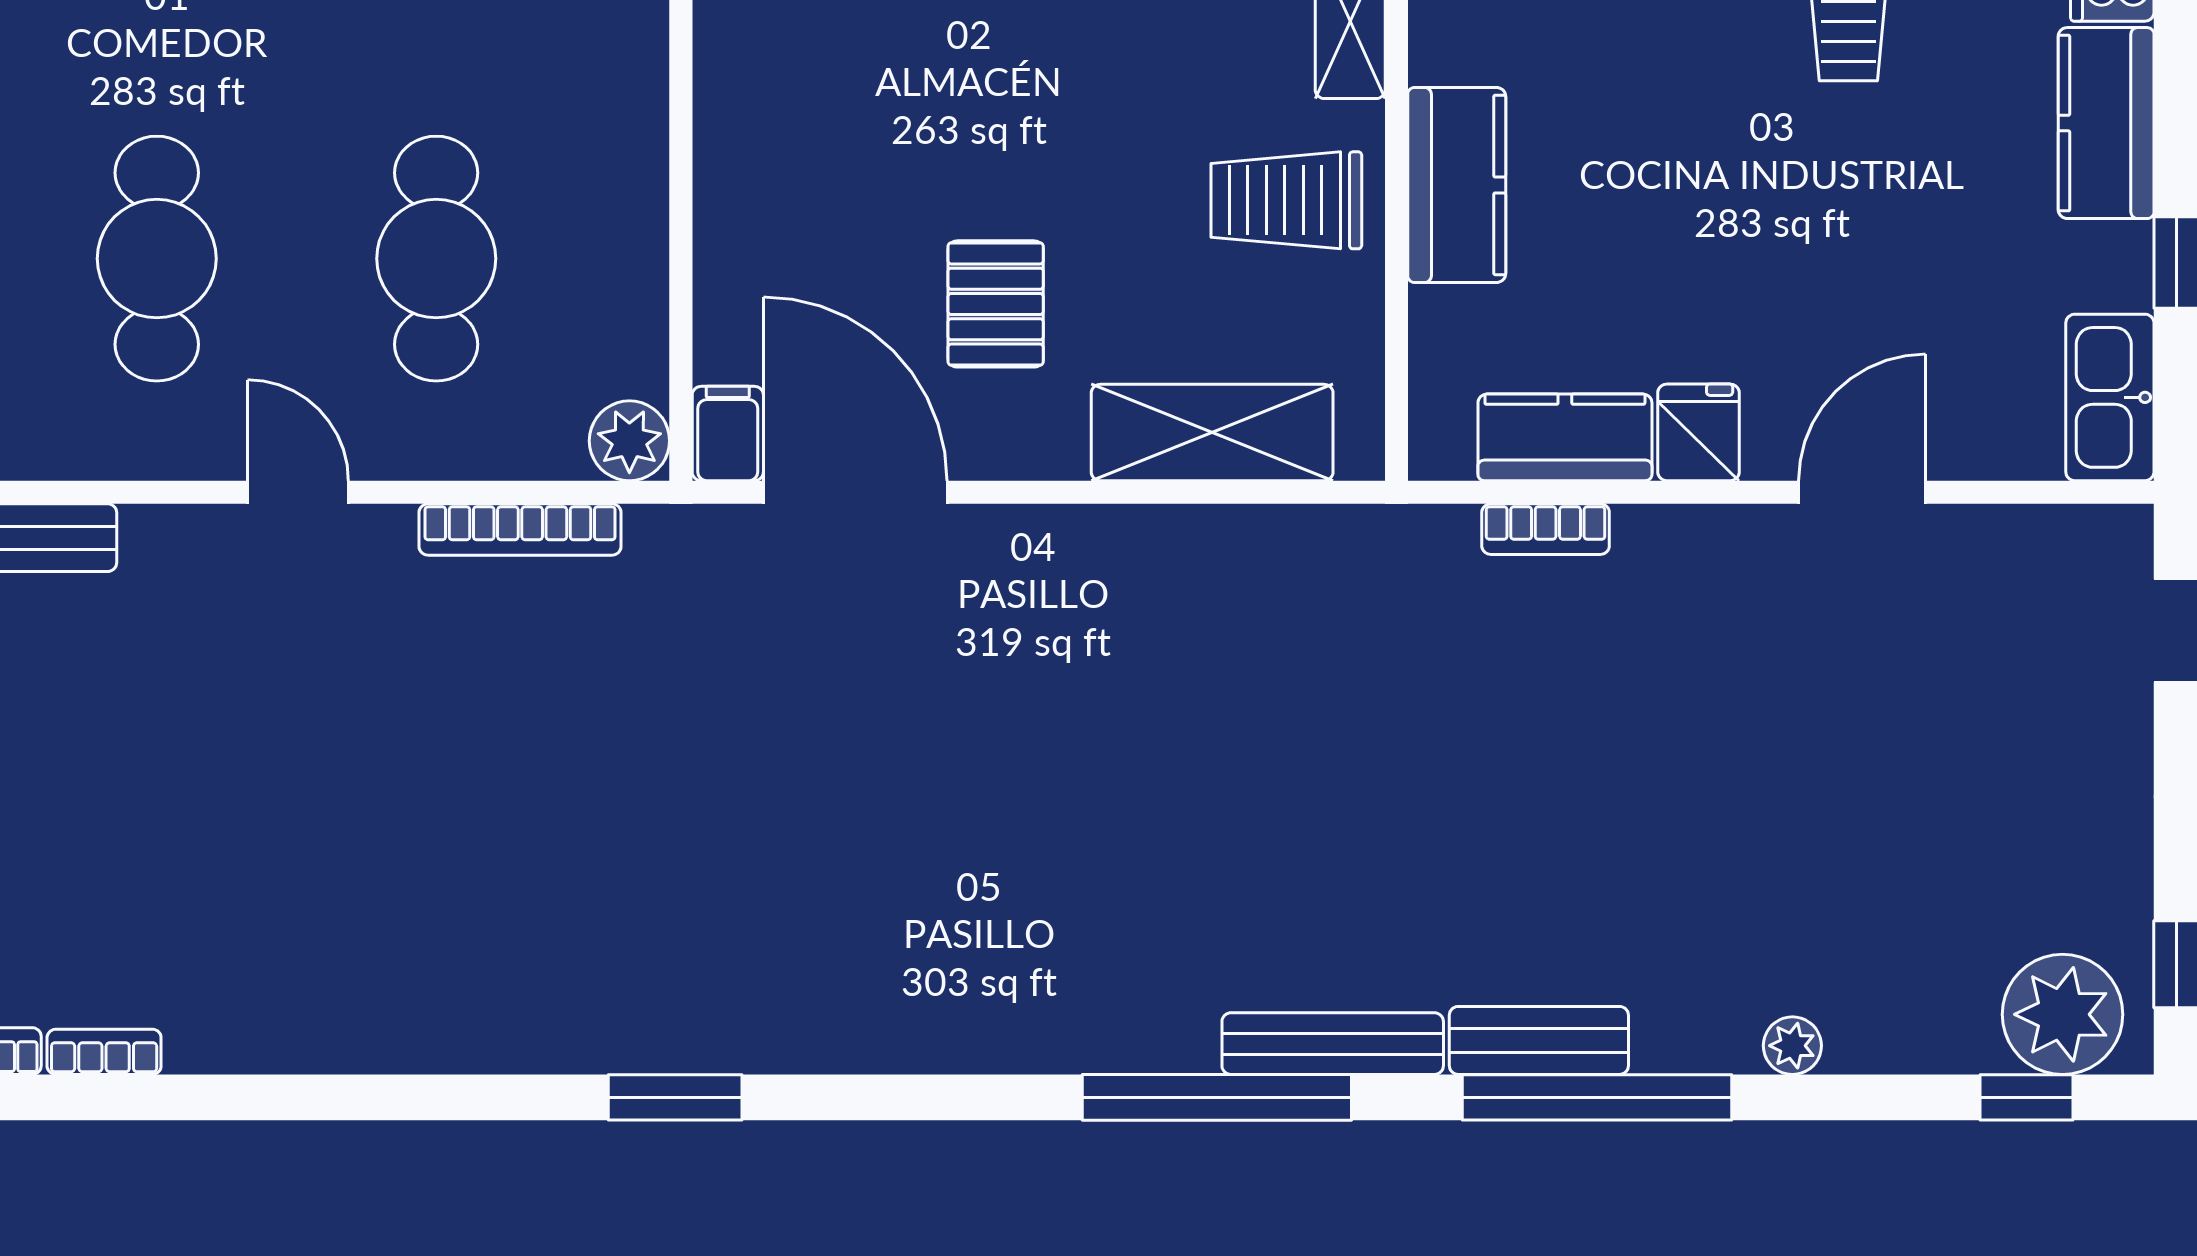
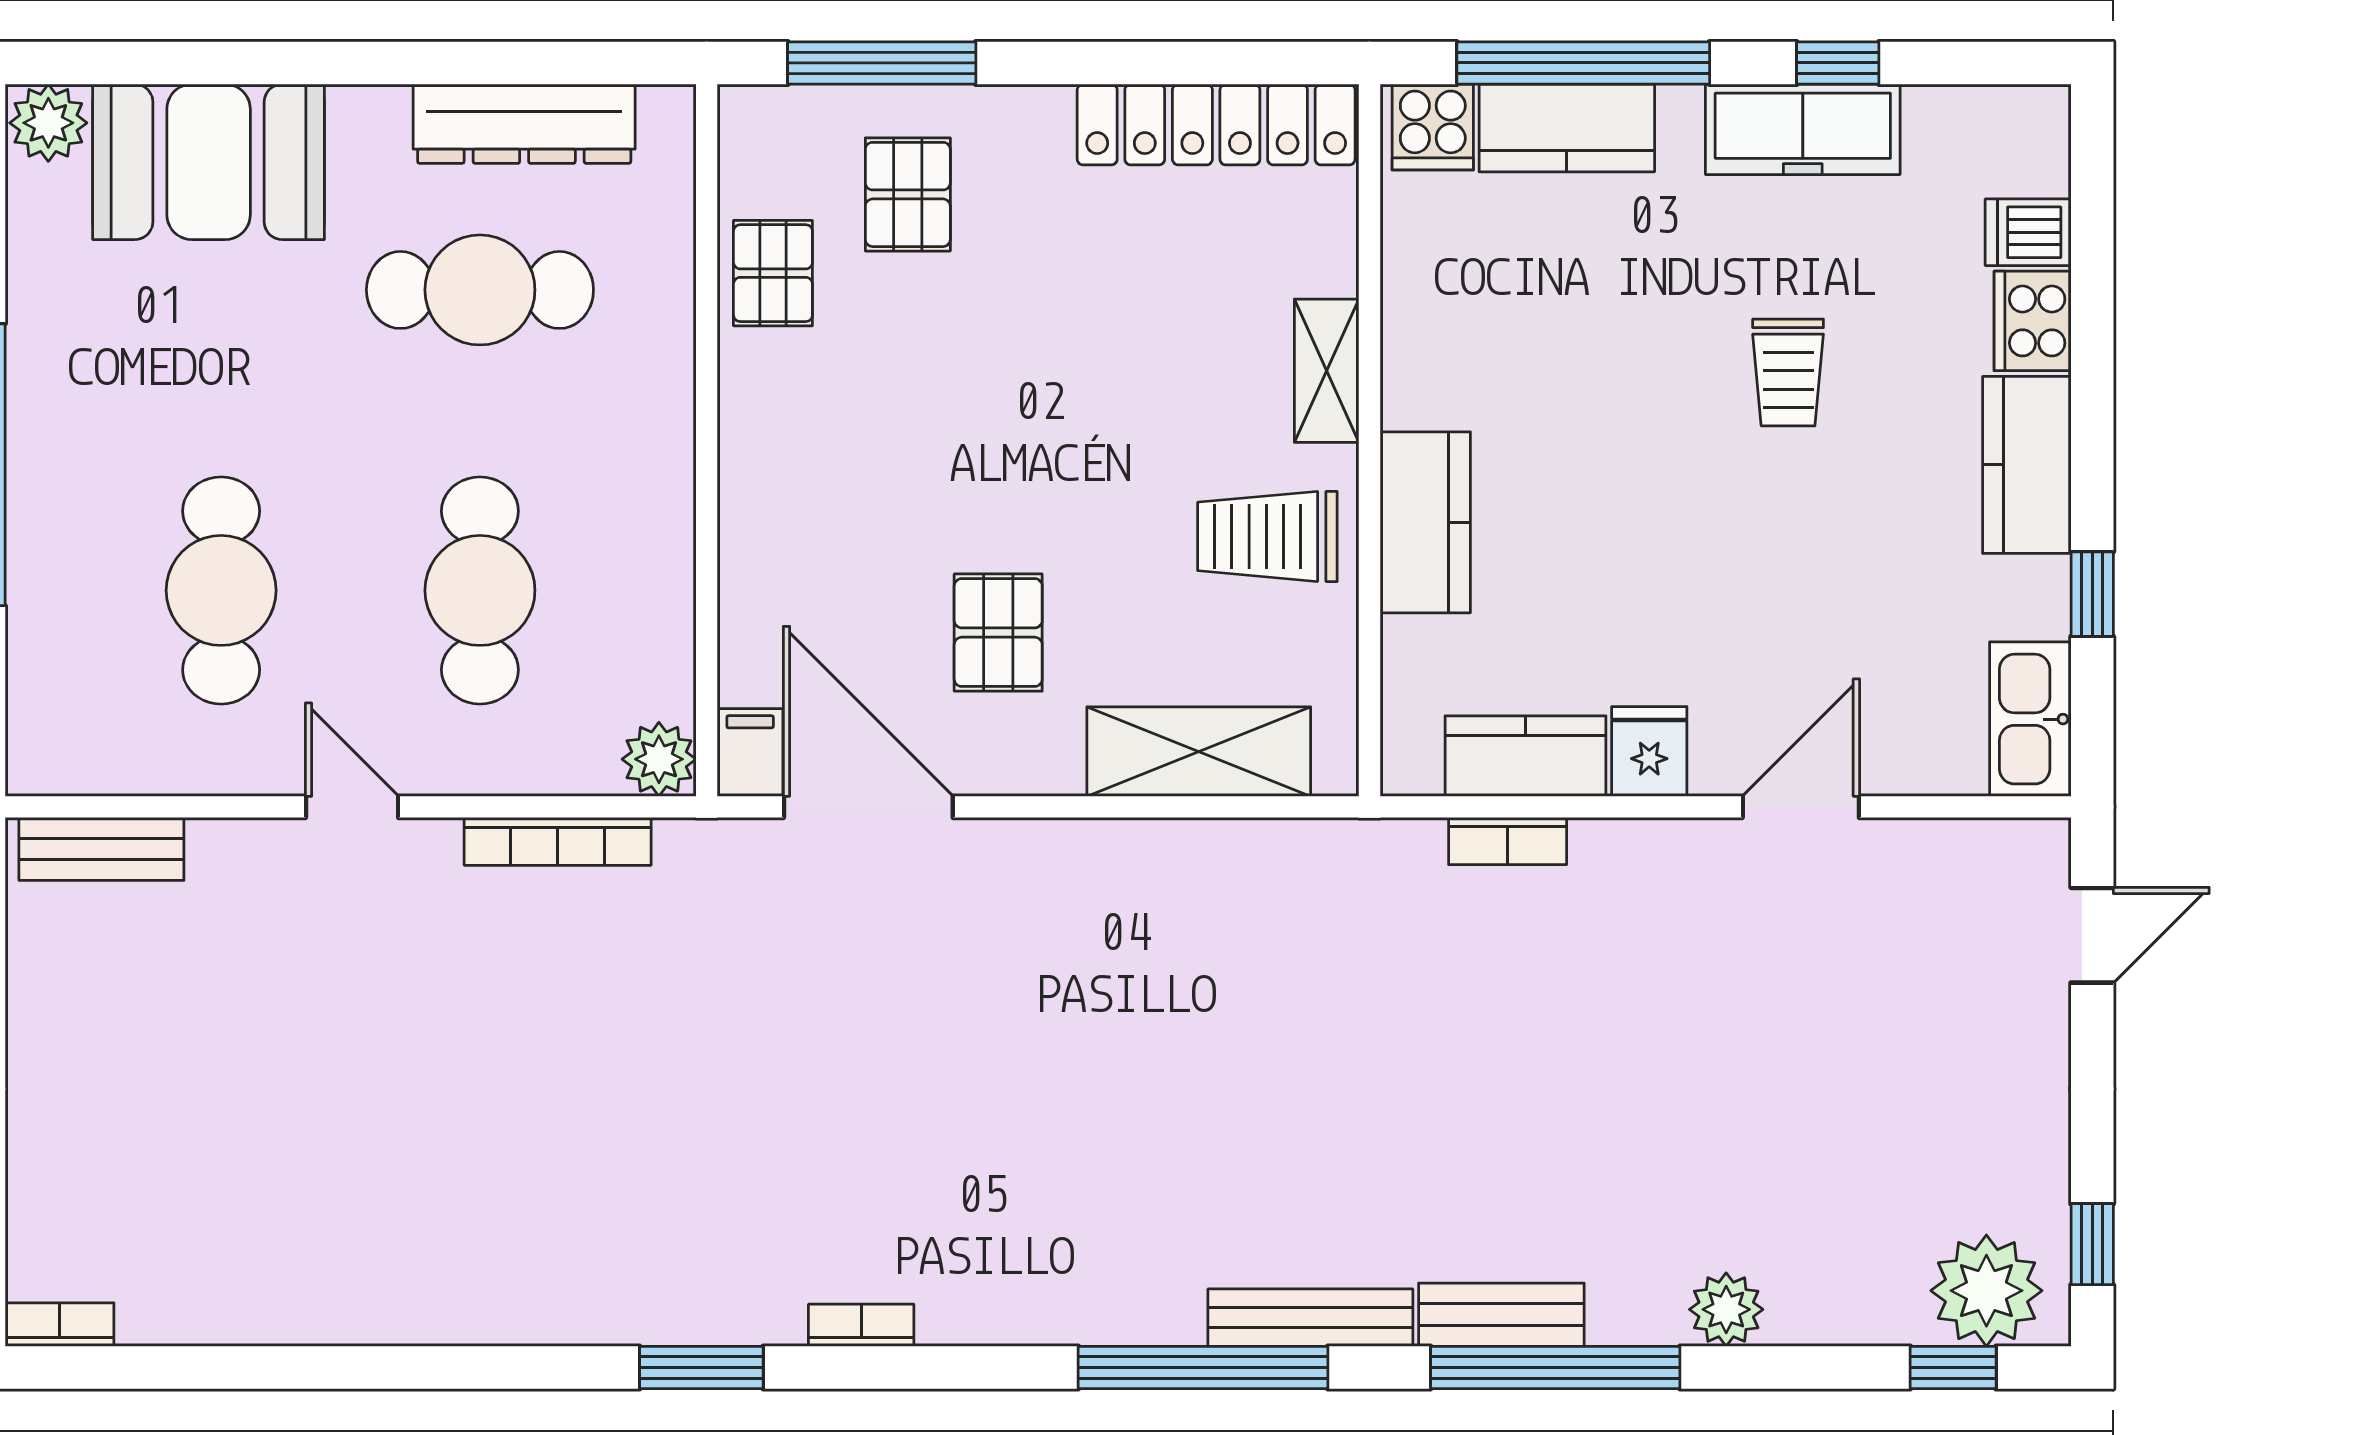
plant: (1792, 1046) -> (1726, 1309), width x1.38, depth x1.38
bookcase: (104, 1052) -> (861, 1325), moved

